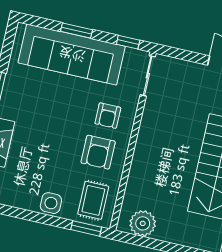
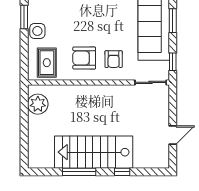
armchair: (108, 116) -> (114, 59), turned -90
rug: (93, 200) -> (47, 63), turned 90
window: (86, 228) -> (24, 17), moved

